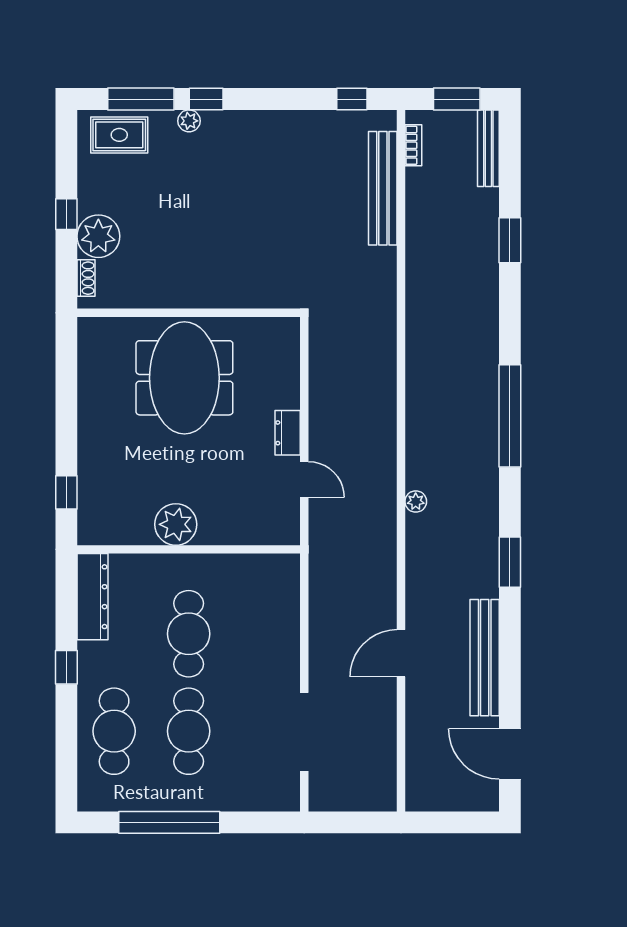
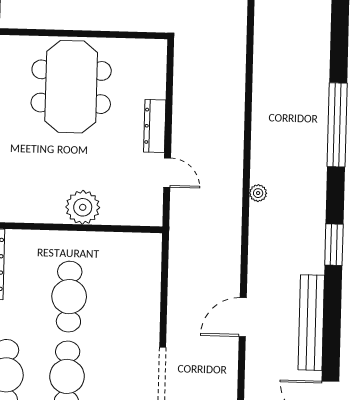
dresser: (288, 433) -> (155, 126), width x1.44
plant: (176, 524) -> (83, 207), moved

